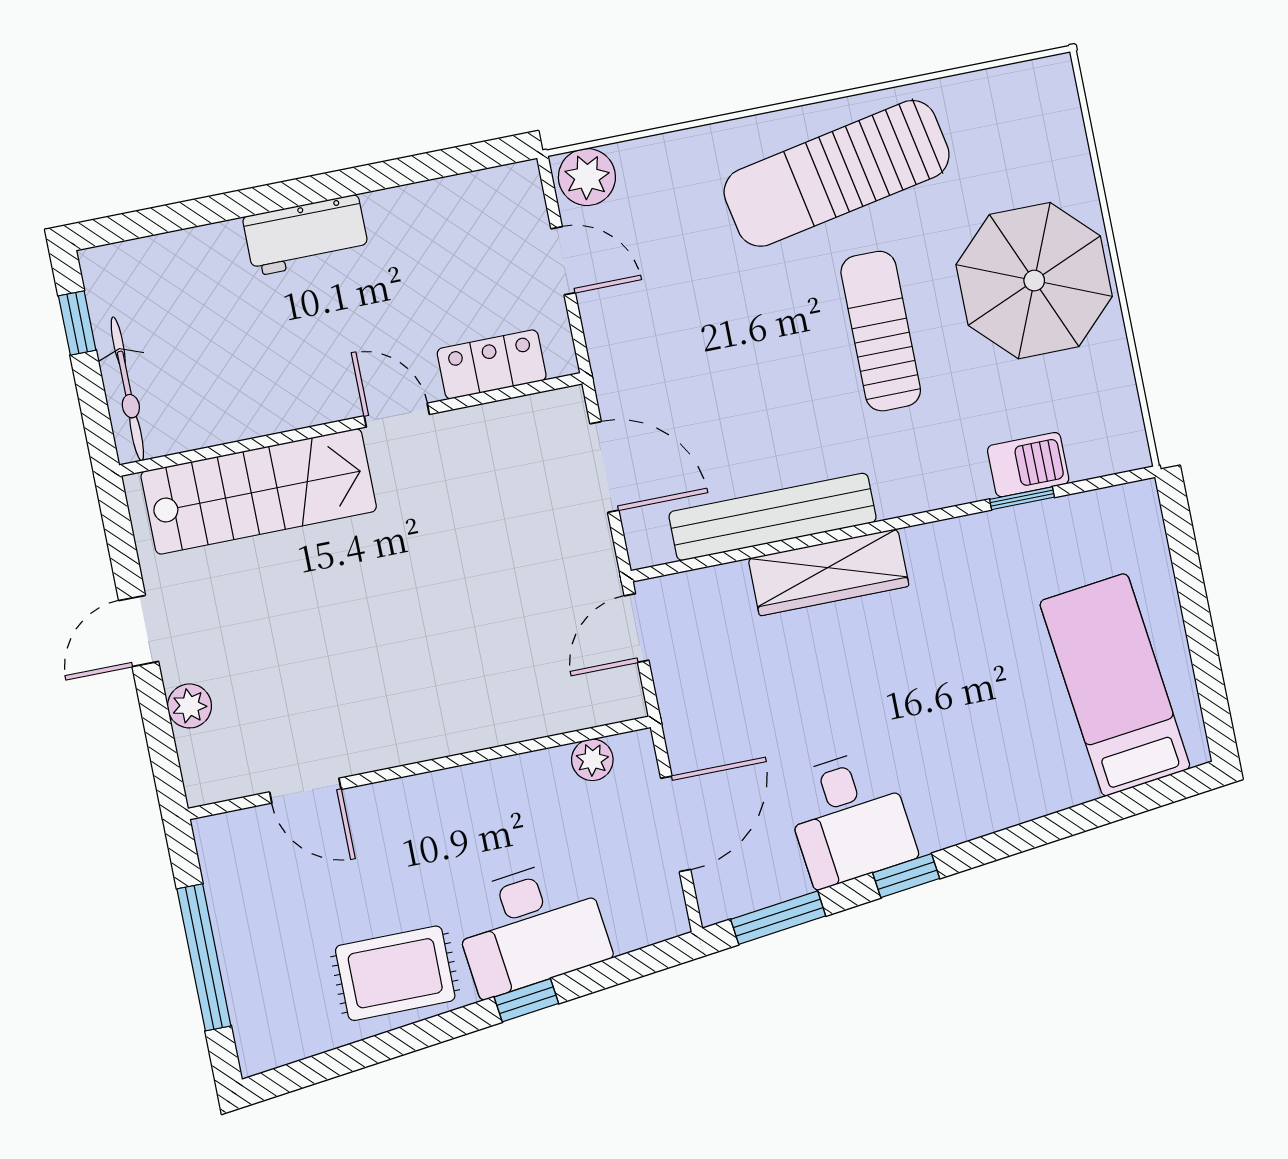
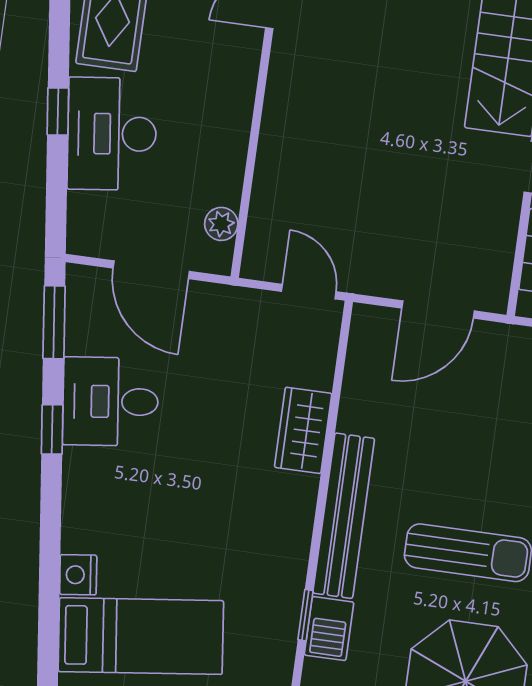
bench: (773, 517) -> (344, 516), moved
wardrobe: (829, 572) -> (303, 430), width x0.67
nightstand: (1068, 785) -> (78, 575), added

